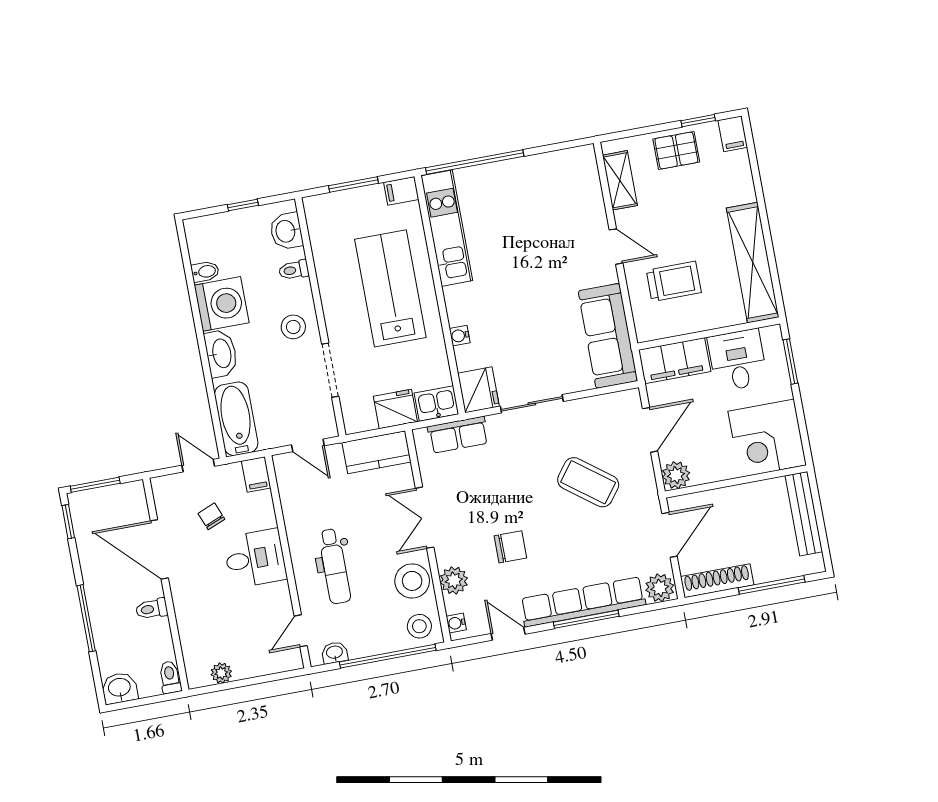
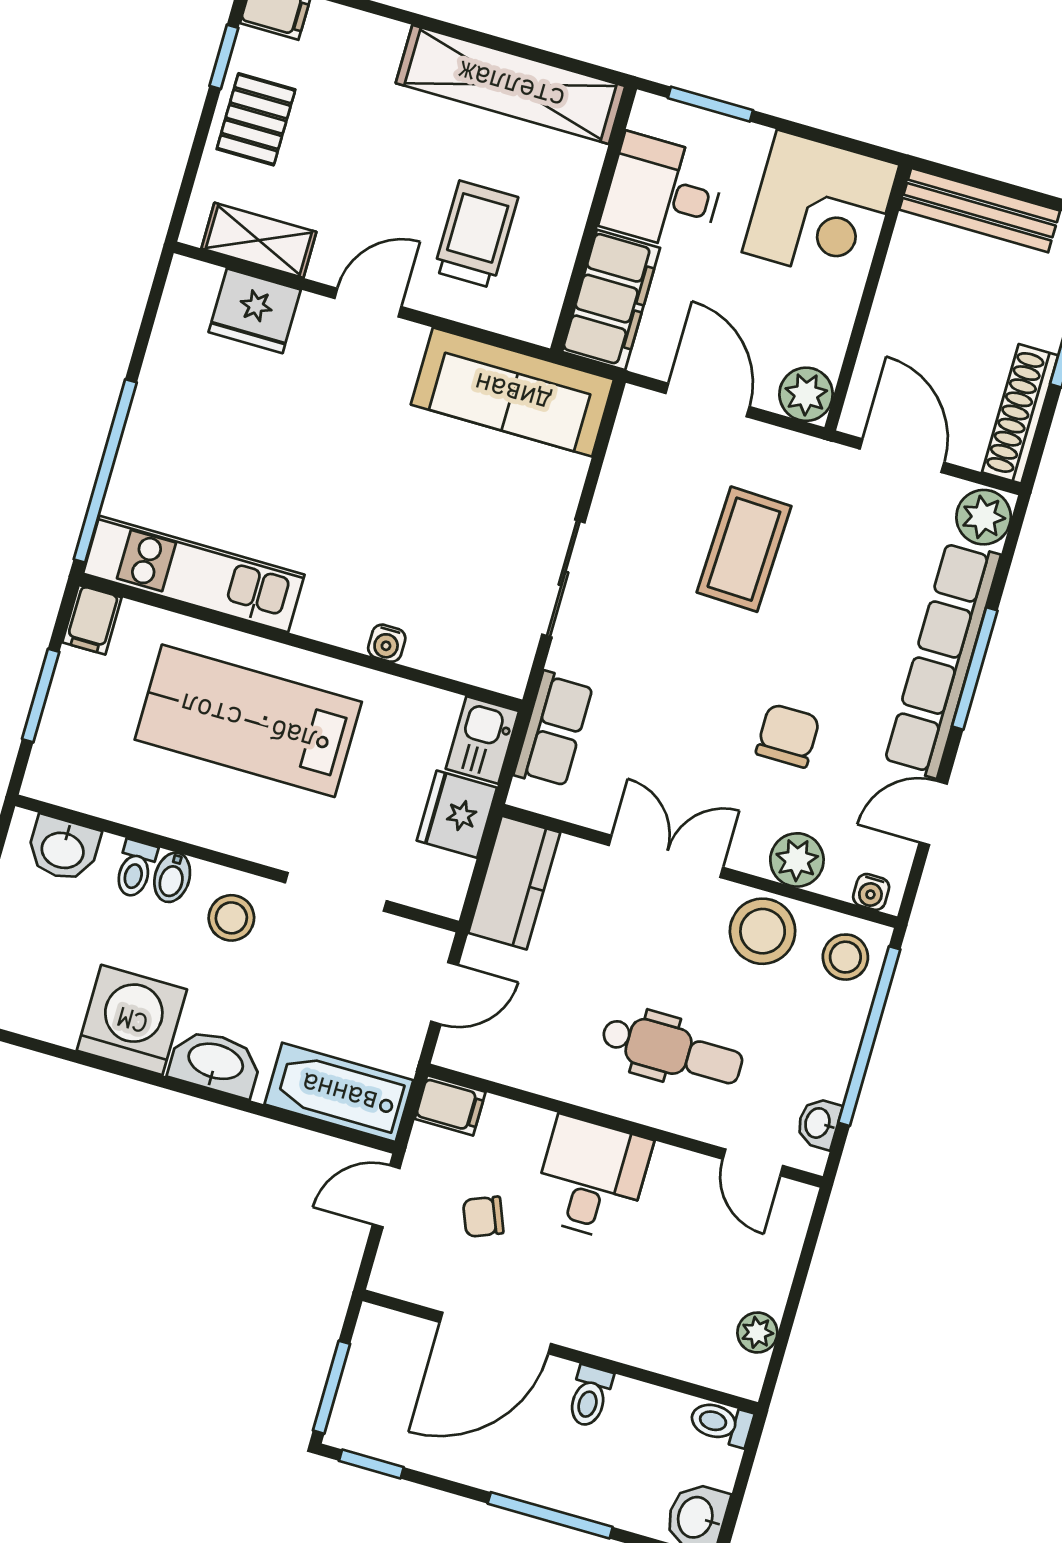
bidet: (205, 272) -> (172, 877), moved, turned 180
fridge: (478, 390) -> (255, 311), moved, turned 180
coffee table: (588, 482) -> (744, 549), turned -35
double door: (425, 518) -> (666, 856), swing flipped

